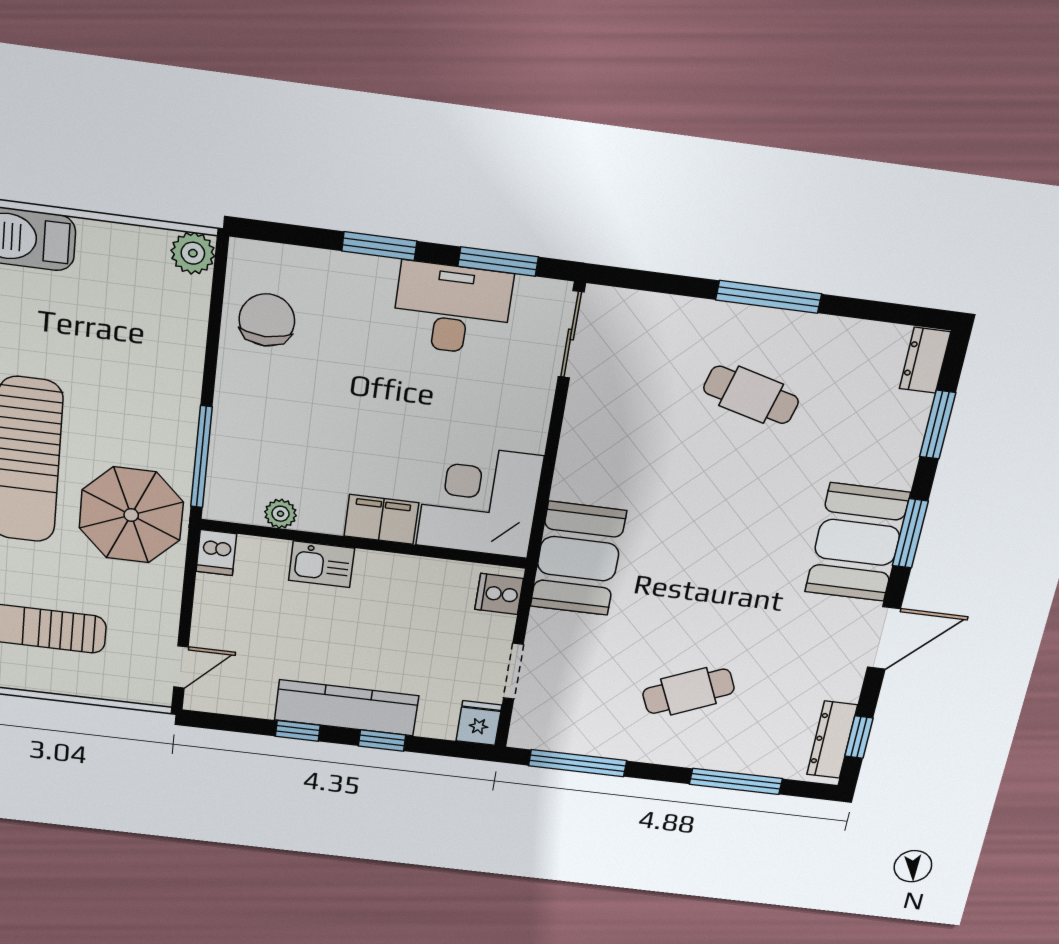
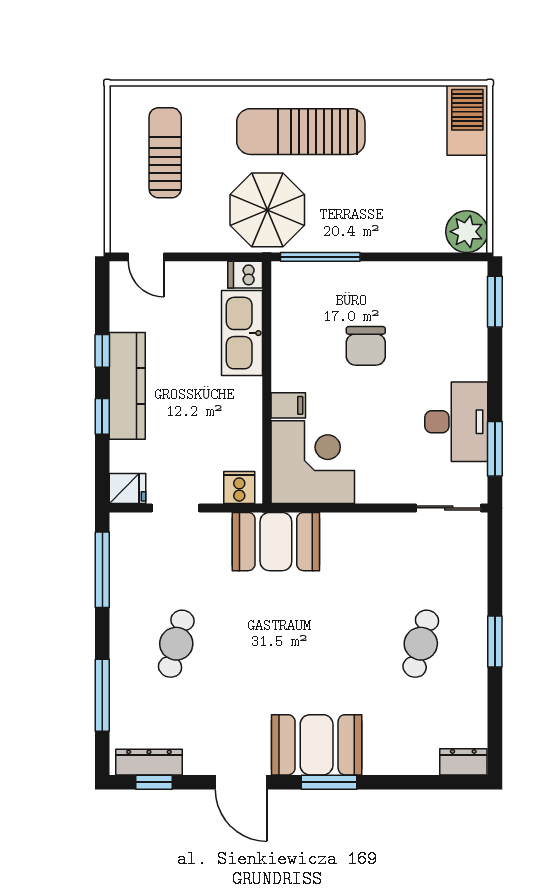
window: (379, 246) -> (495, 302), moved
plant: (193, 253) -> (467, 232), width x1.36, depth x1.36
window: (769, 297) -> (495, 642), width x0.69
chair: (267, 320) -> (366, 346), moved, turned 90
window: (938, 425) -> (416, 782), removed
plant: (280, 514) -> (283, 318), removed
filing cabinet: (381, 519) -> (288, 405), width x0.50
kitchen sink: (321, 564) -> (242, 333), width x1.88, depth x1.24
cafe table: (688, 691) -> (176, 644), turned 39

